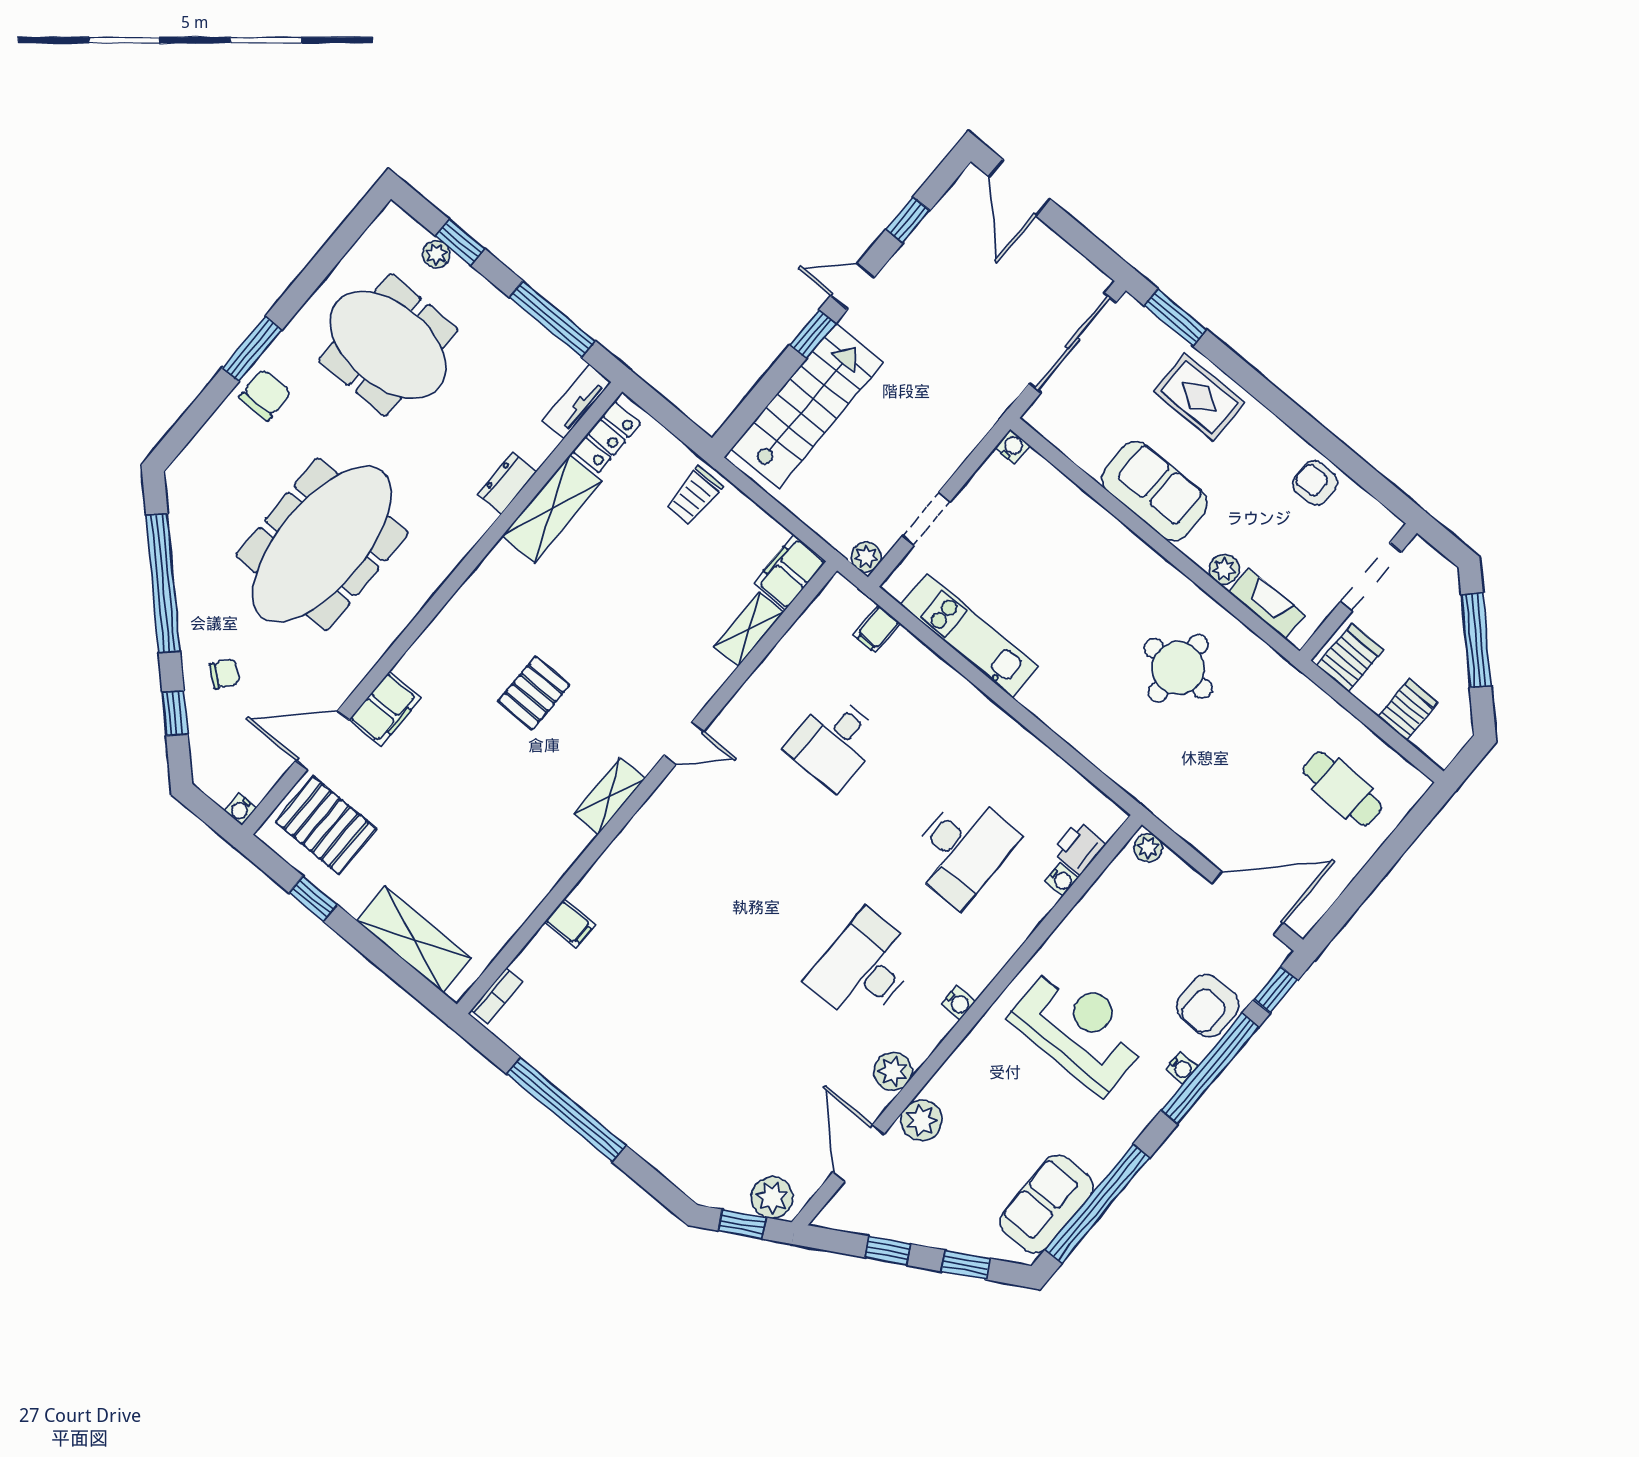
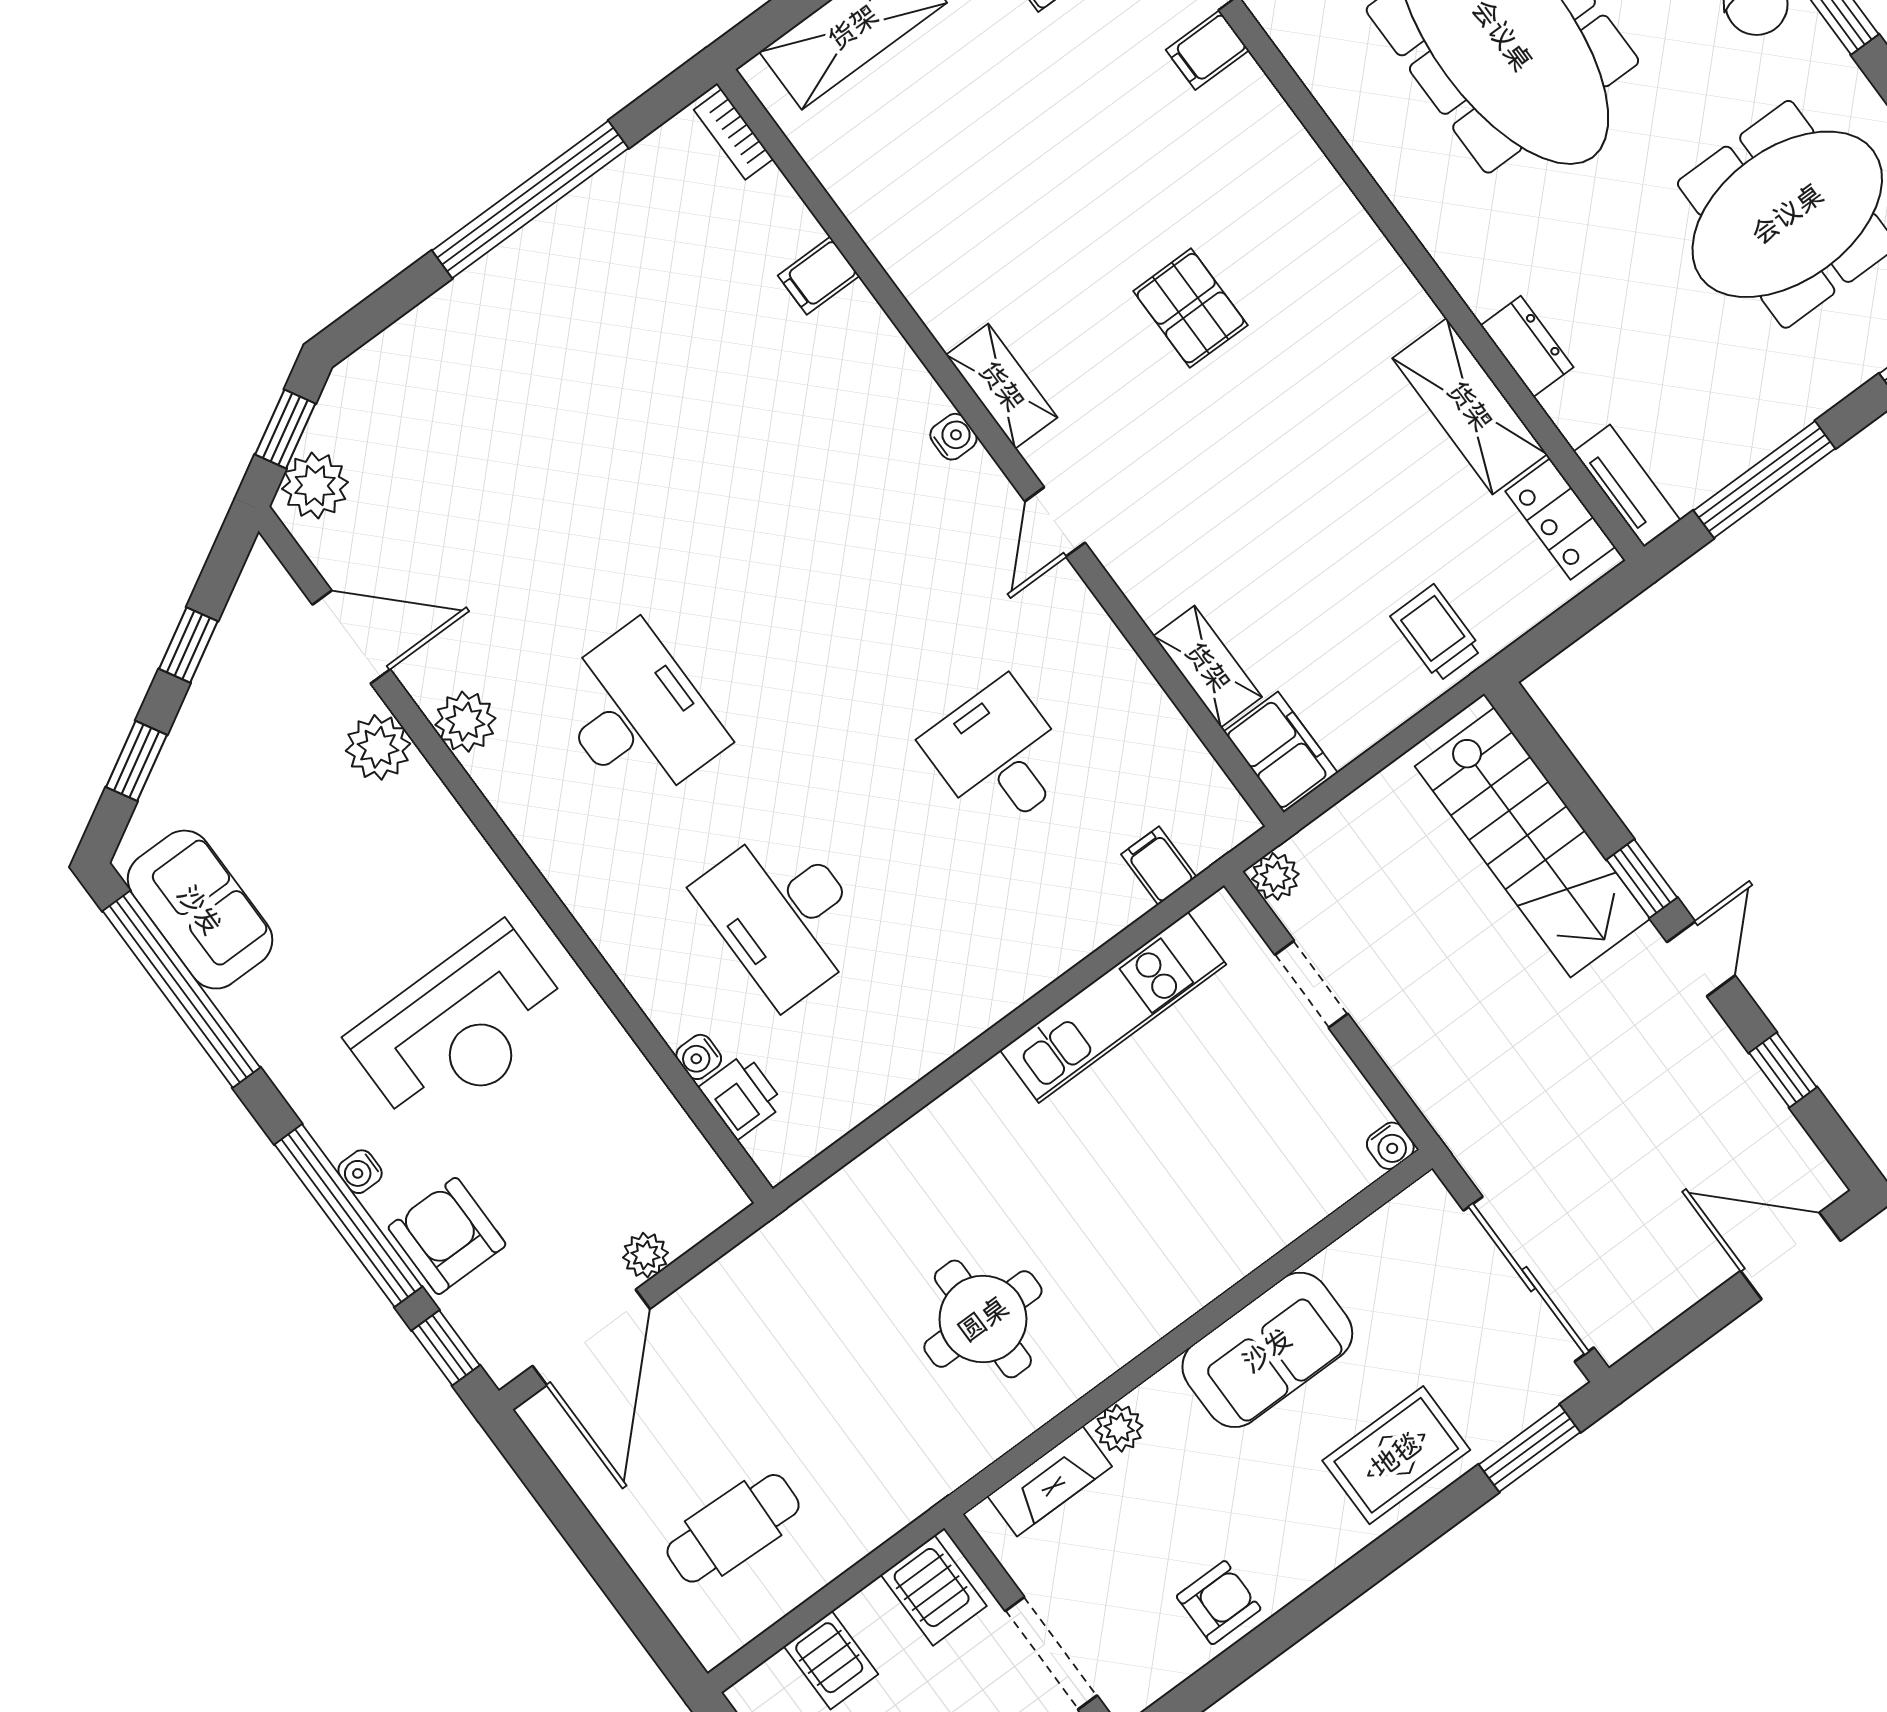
filing cabinet: (385, 709) -> (1207, 50), width x0.50
plant: (1148, 848) -> (645, 1255), moved
water cooler: (958, 1003) -> (953, 437), moved, turned 180

